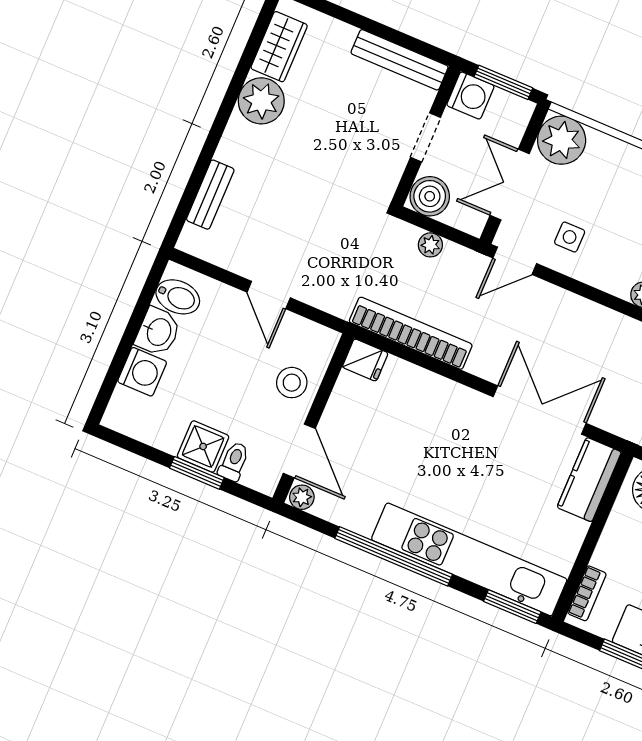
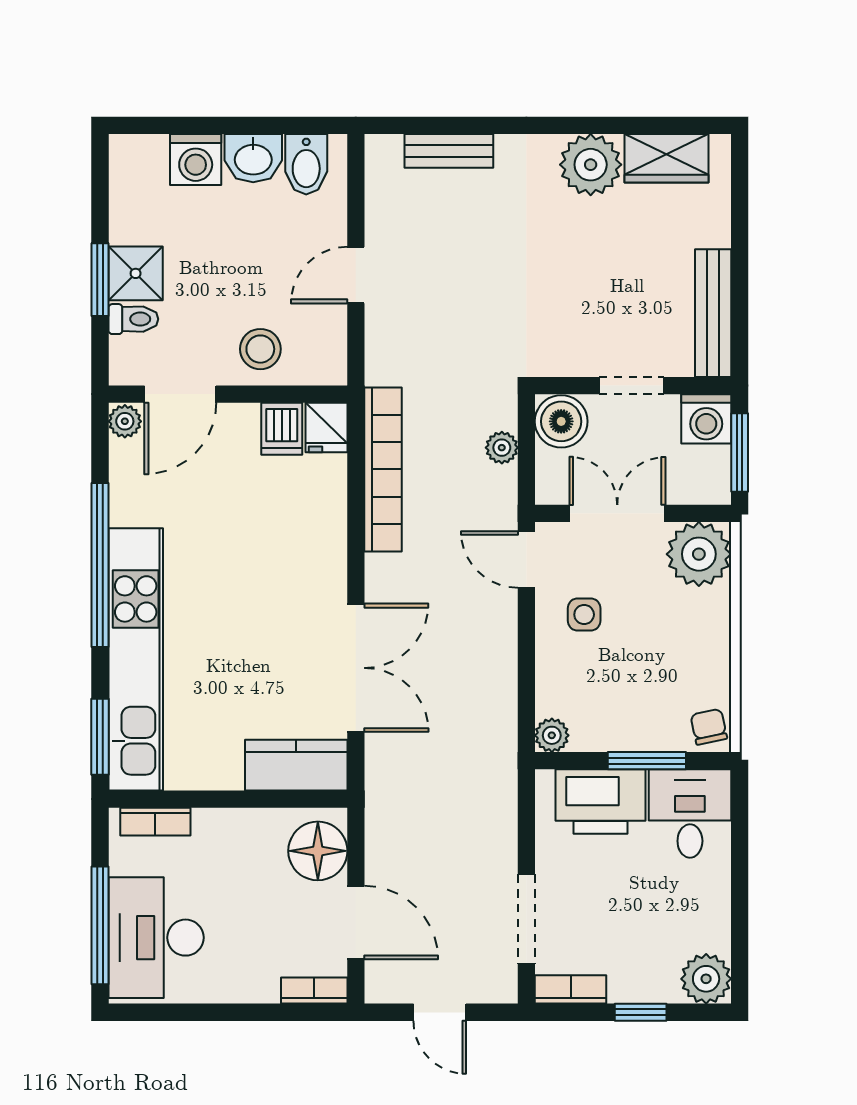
dishwasher: (353, 391) -> (282, 429), added

